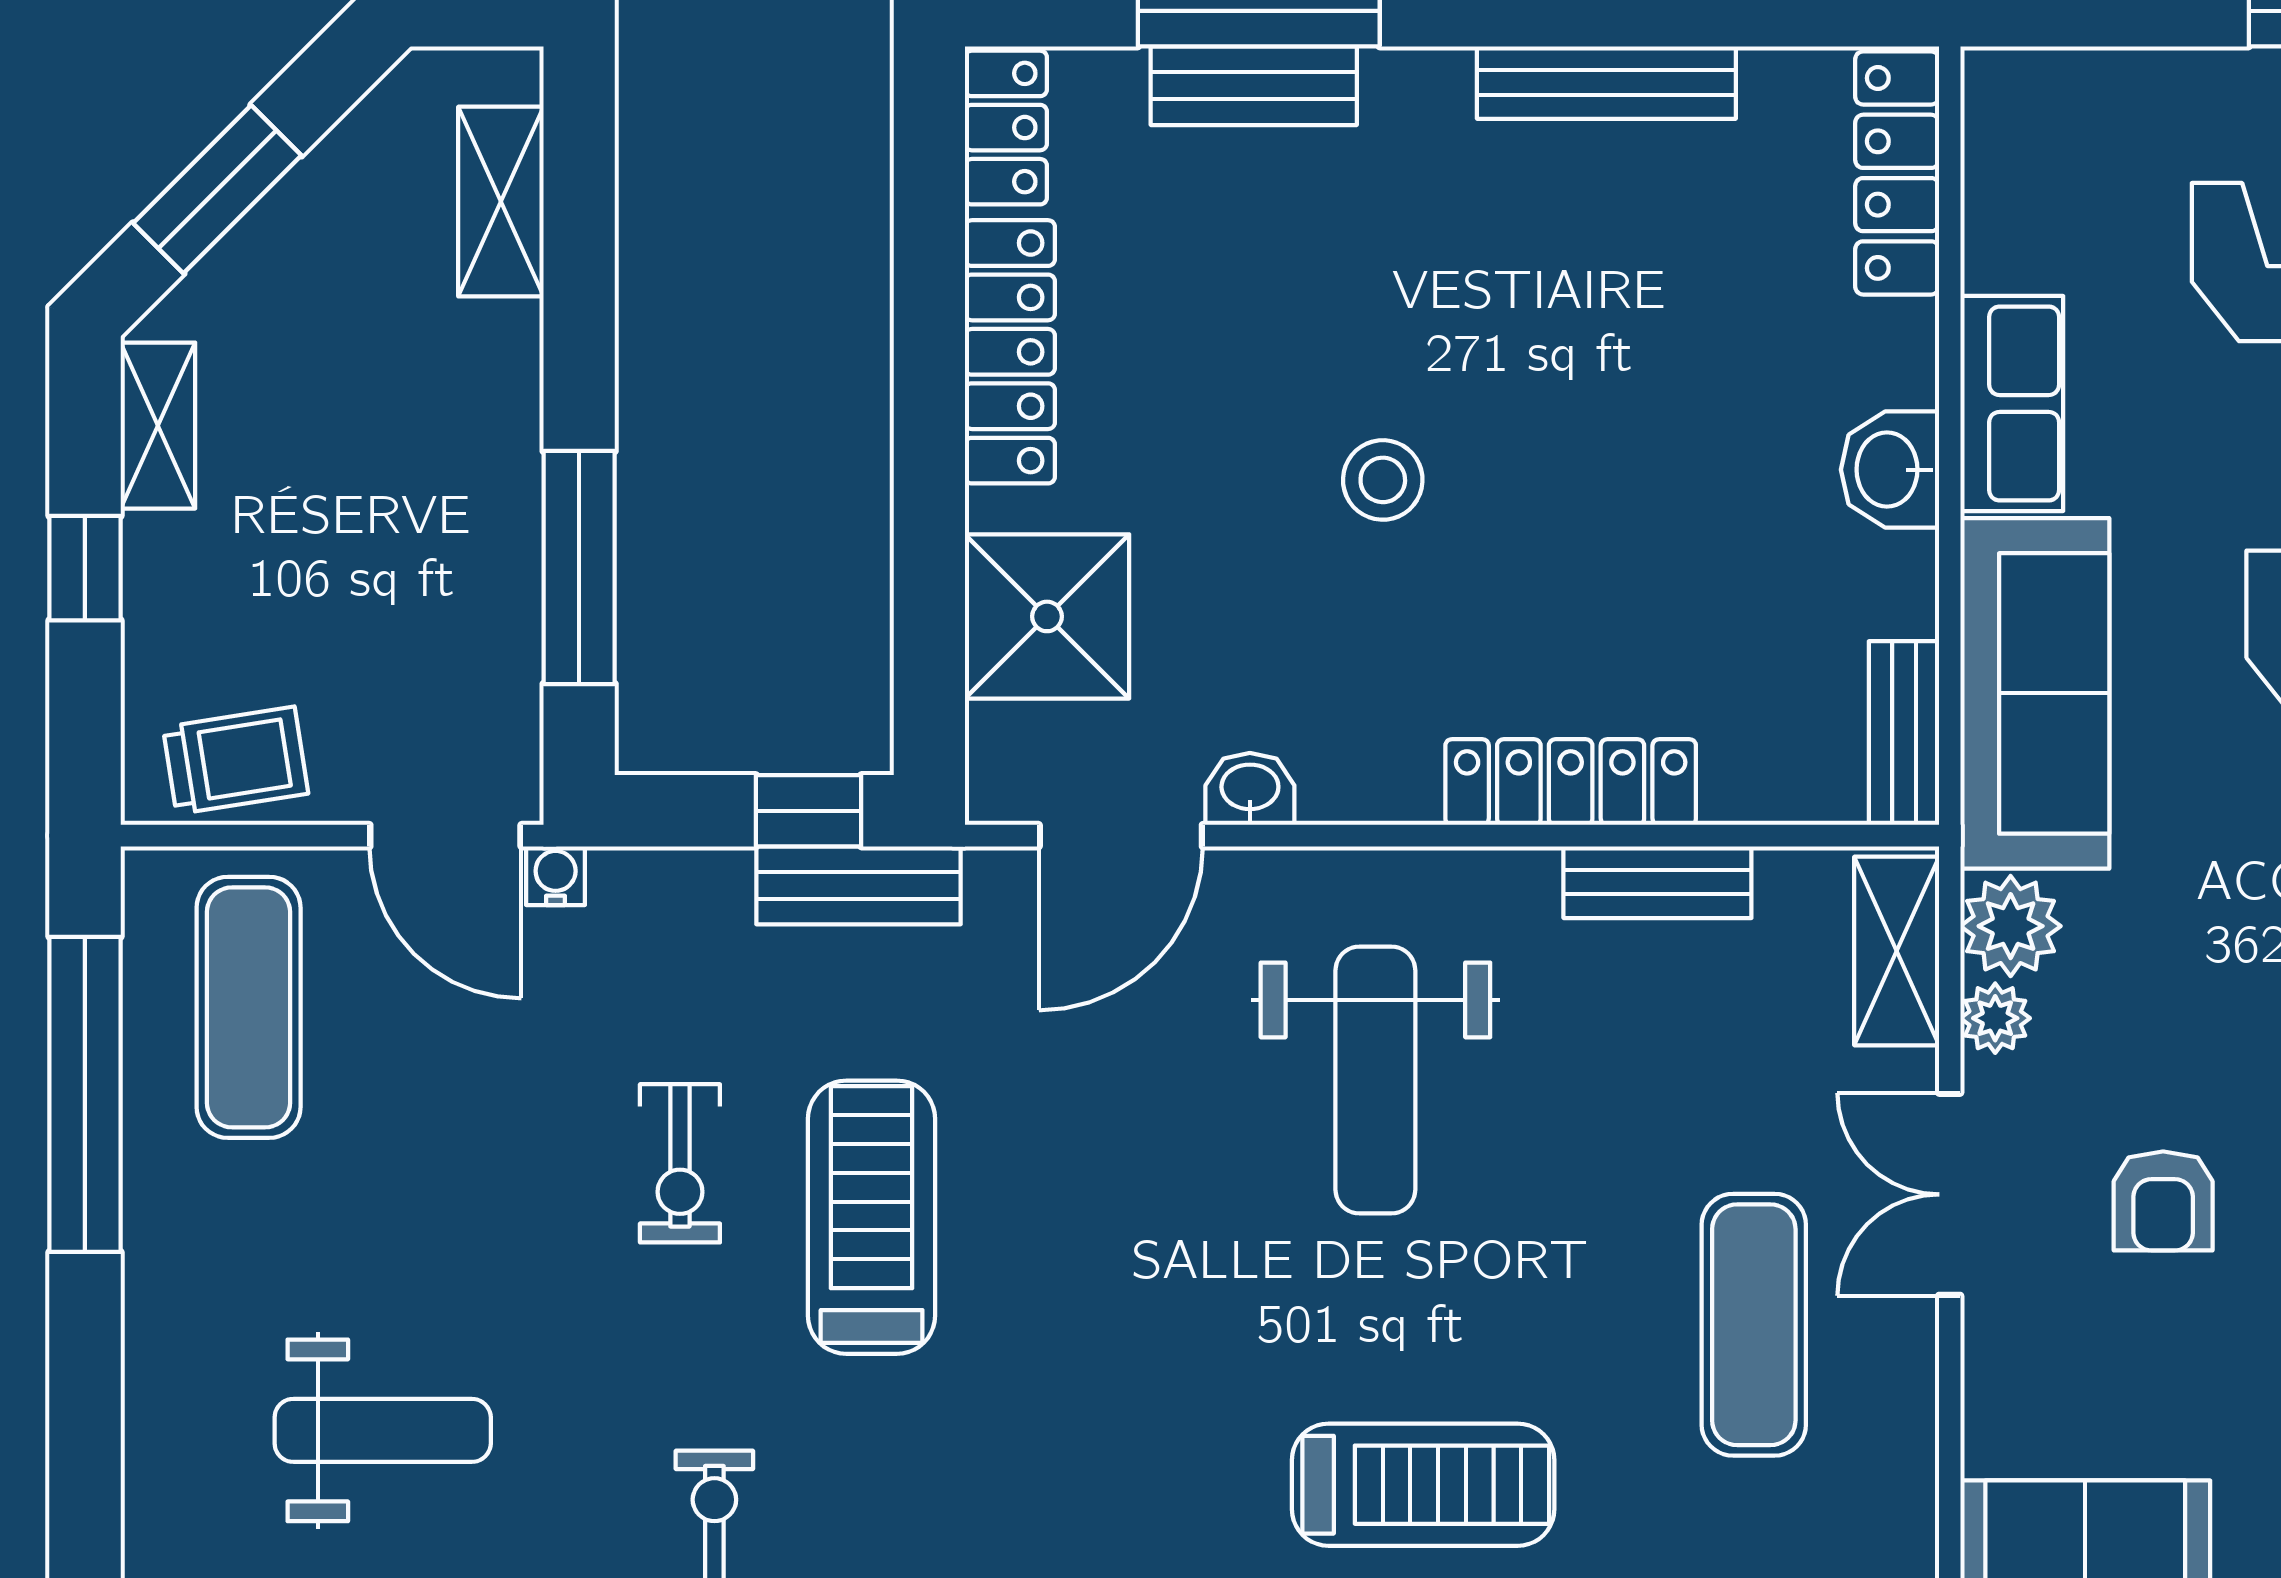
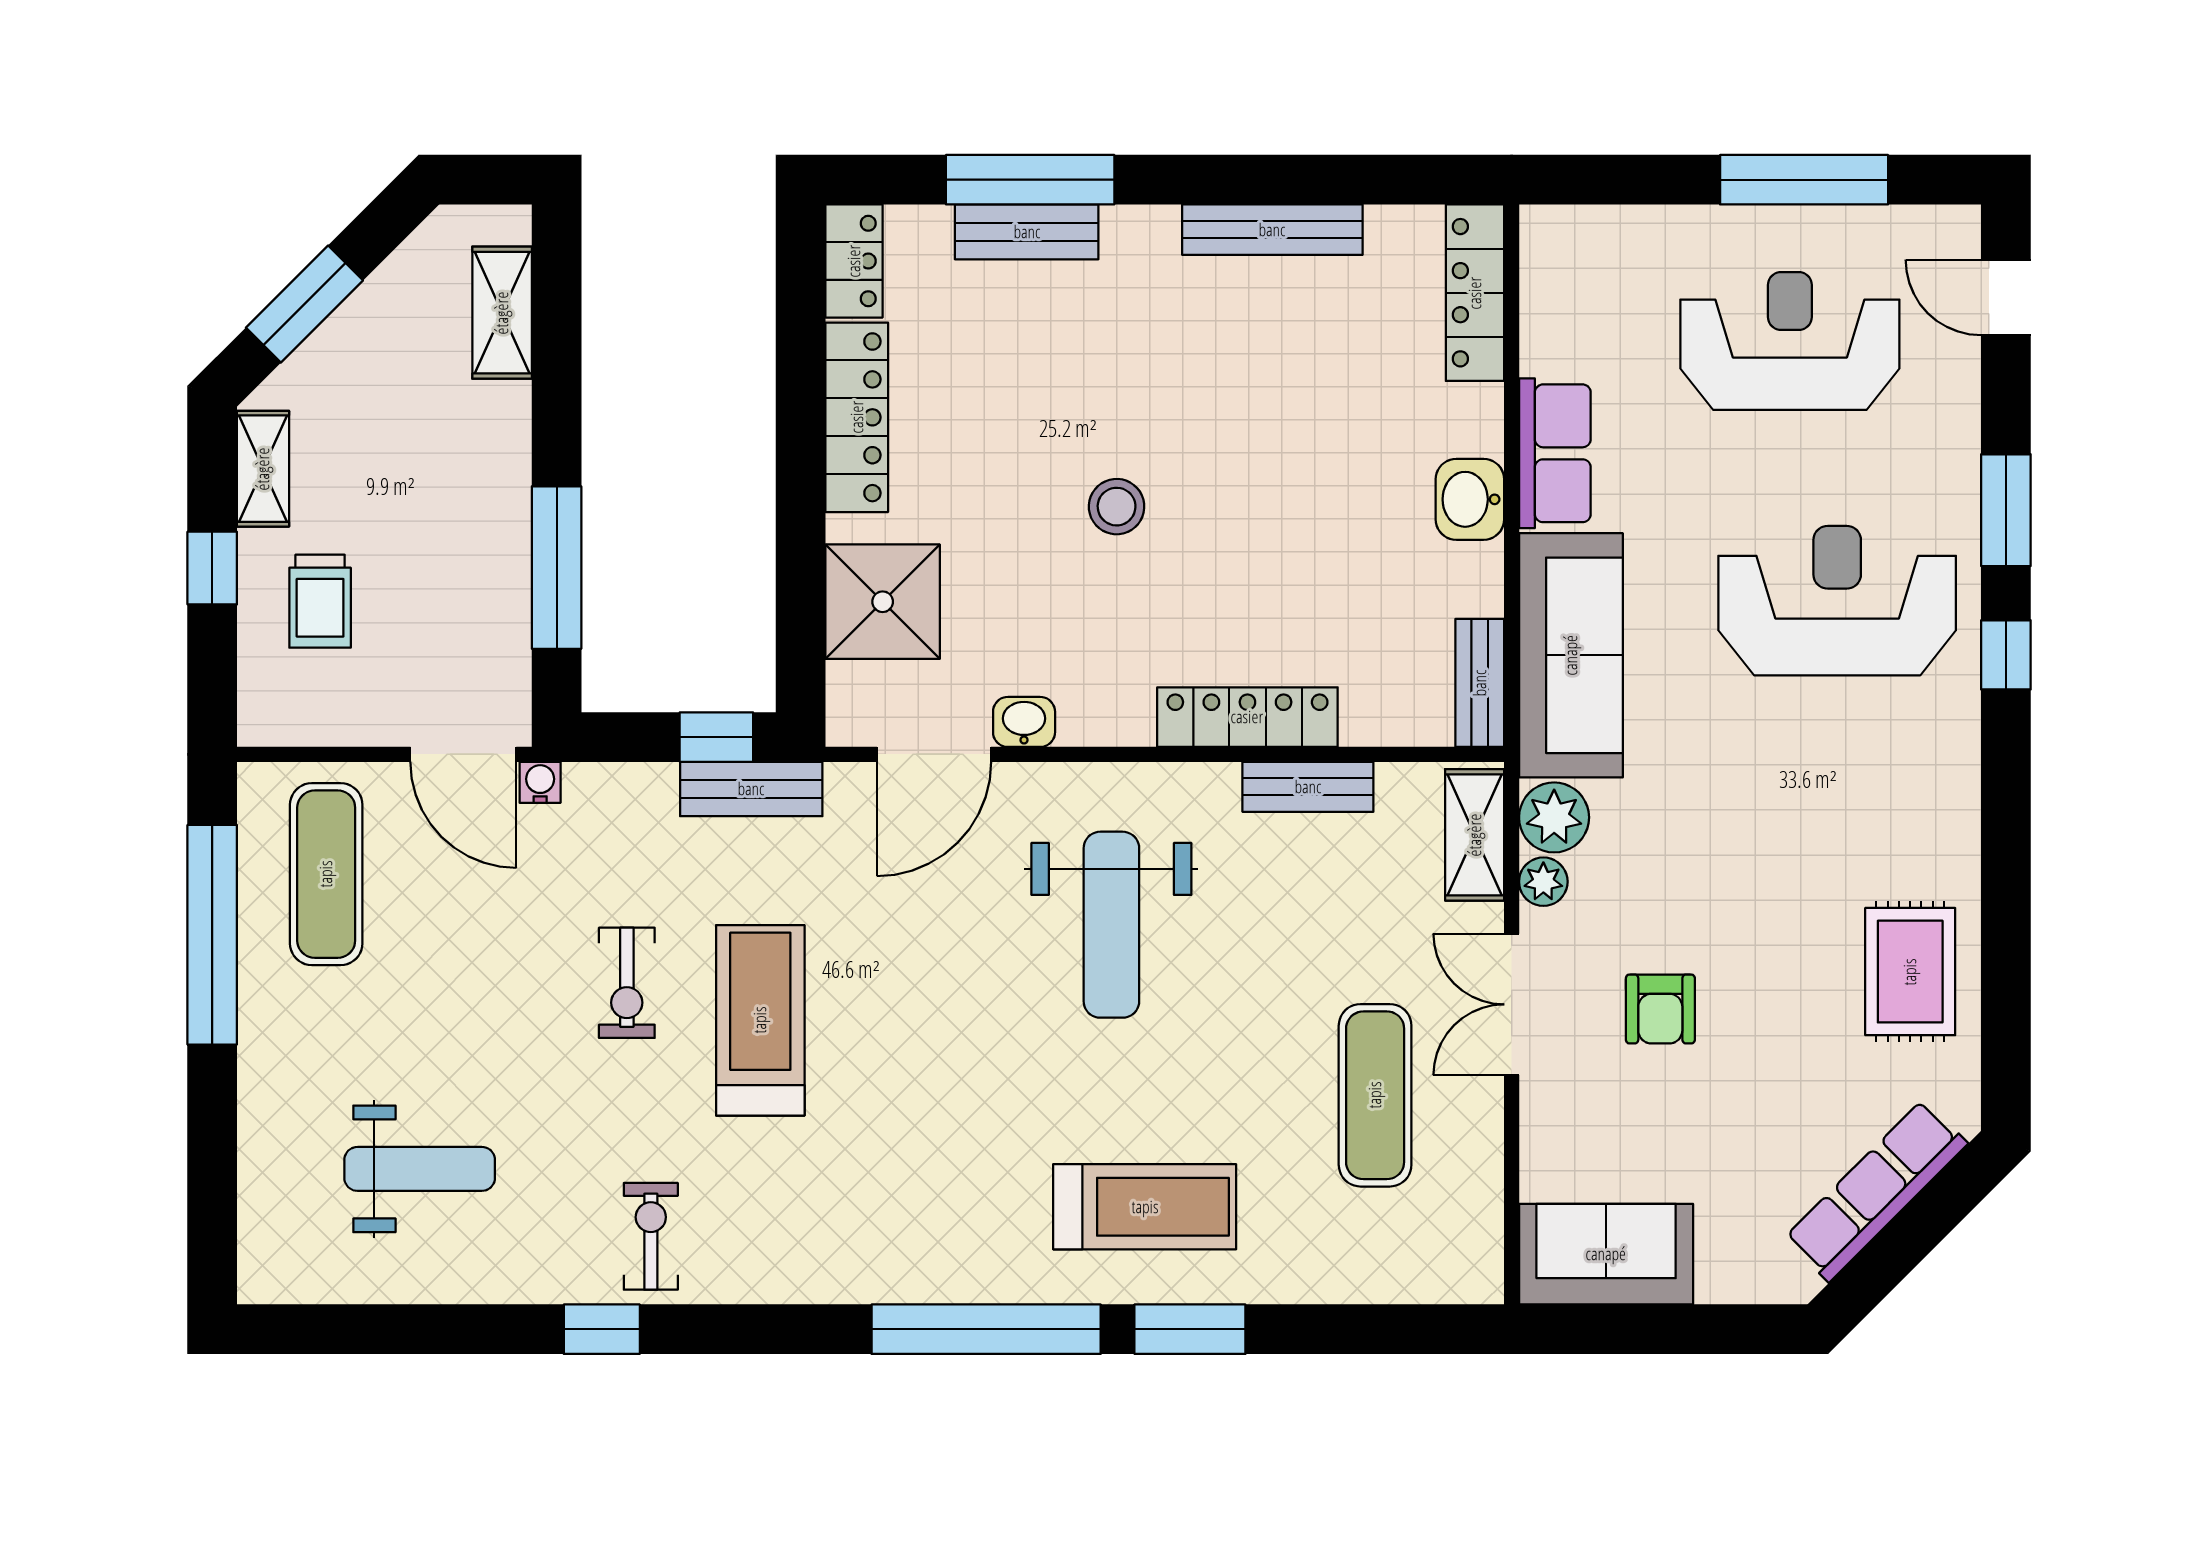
trolley: (236, 760) -> (320, 601), moved, turned 99

